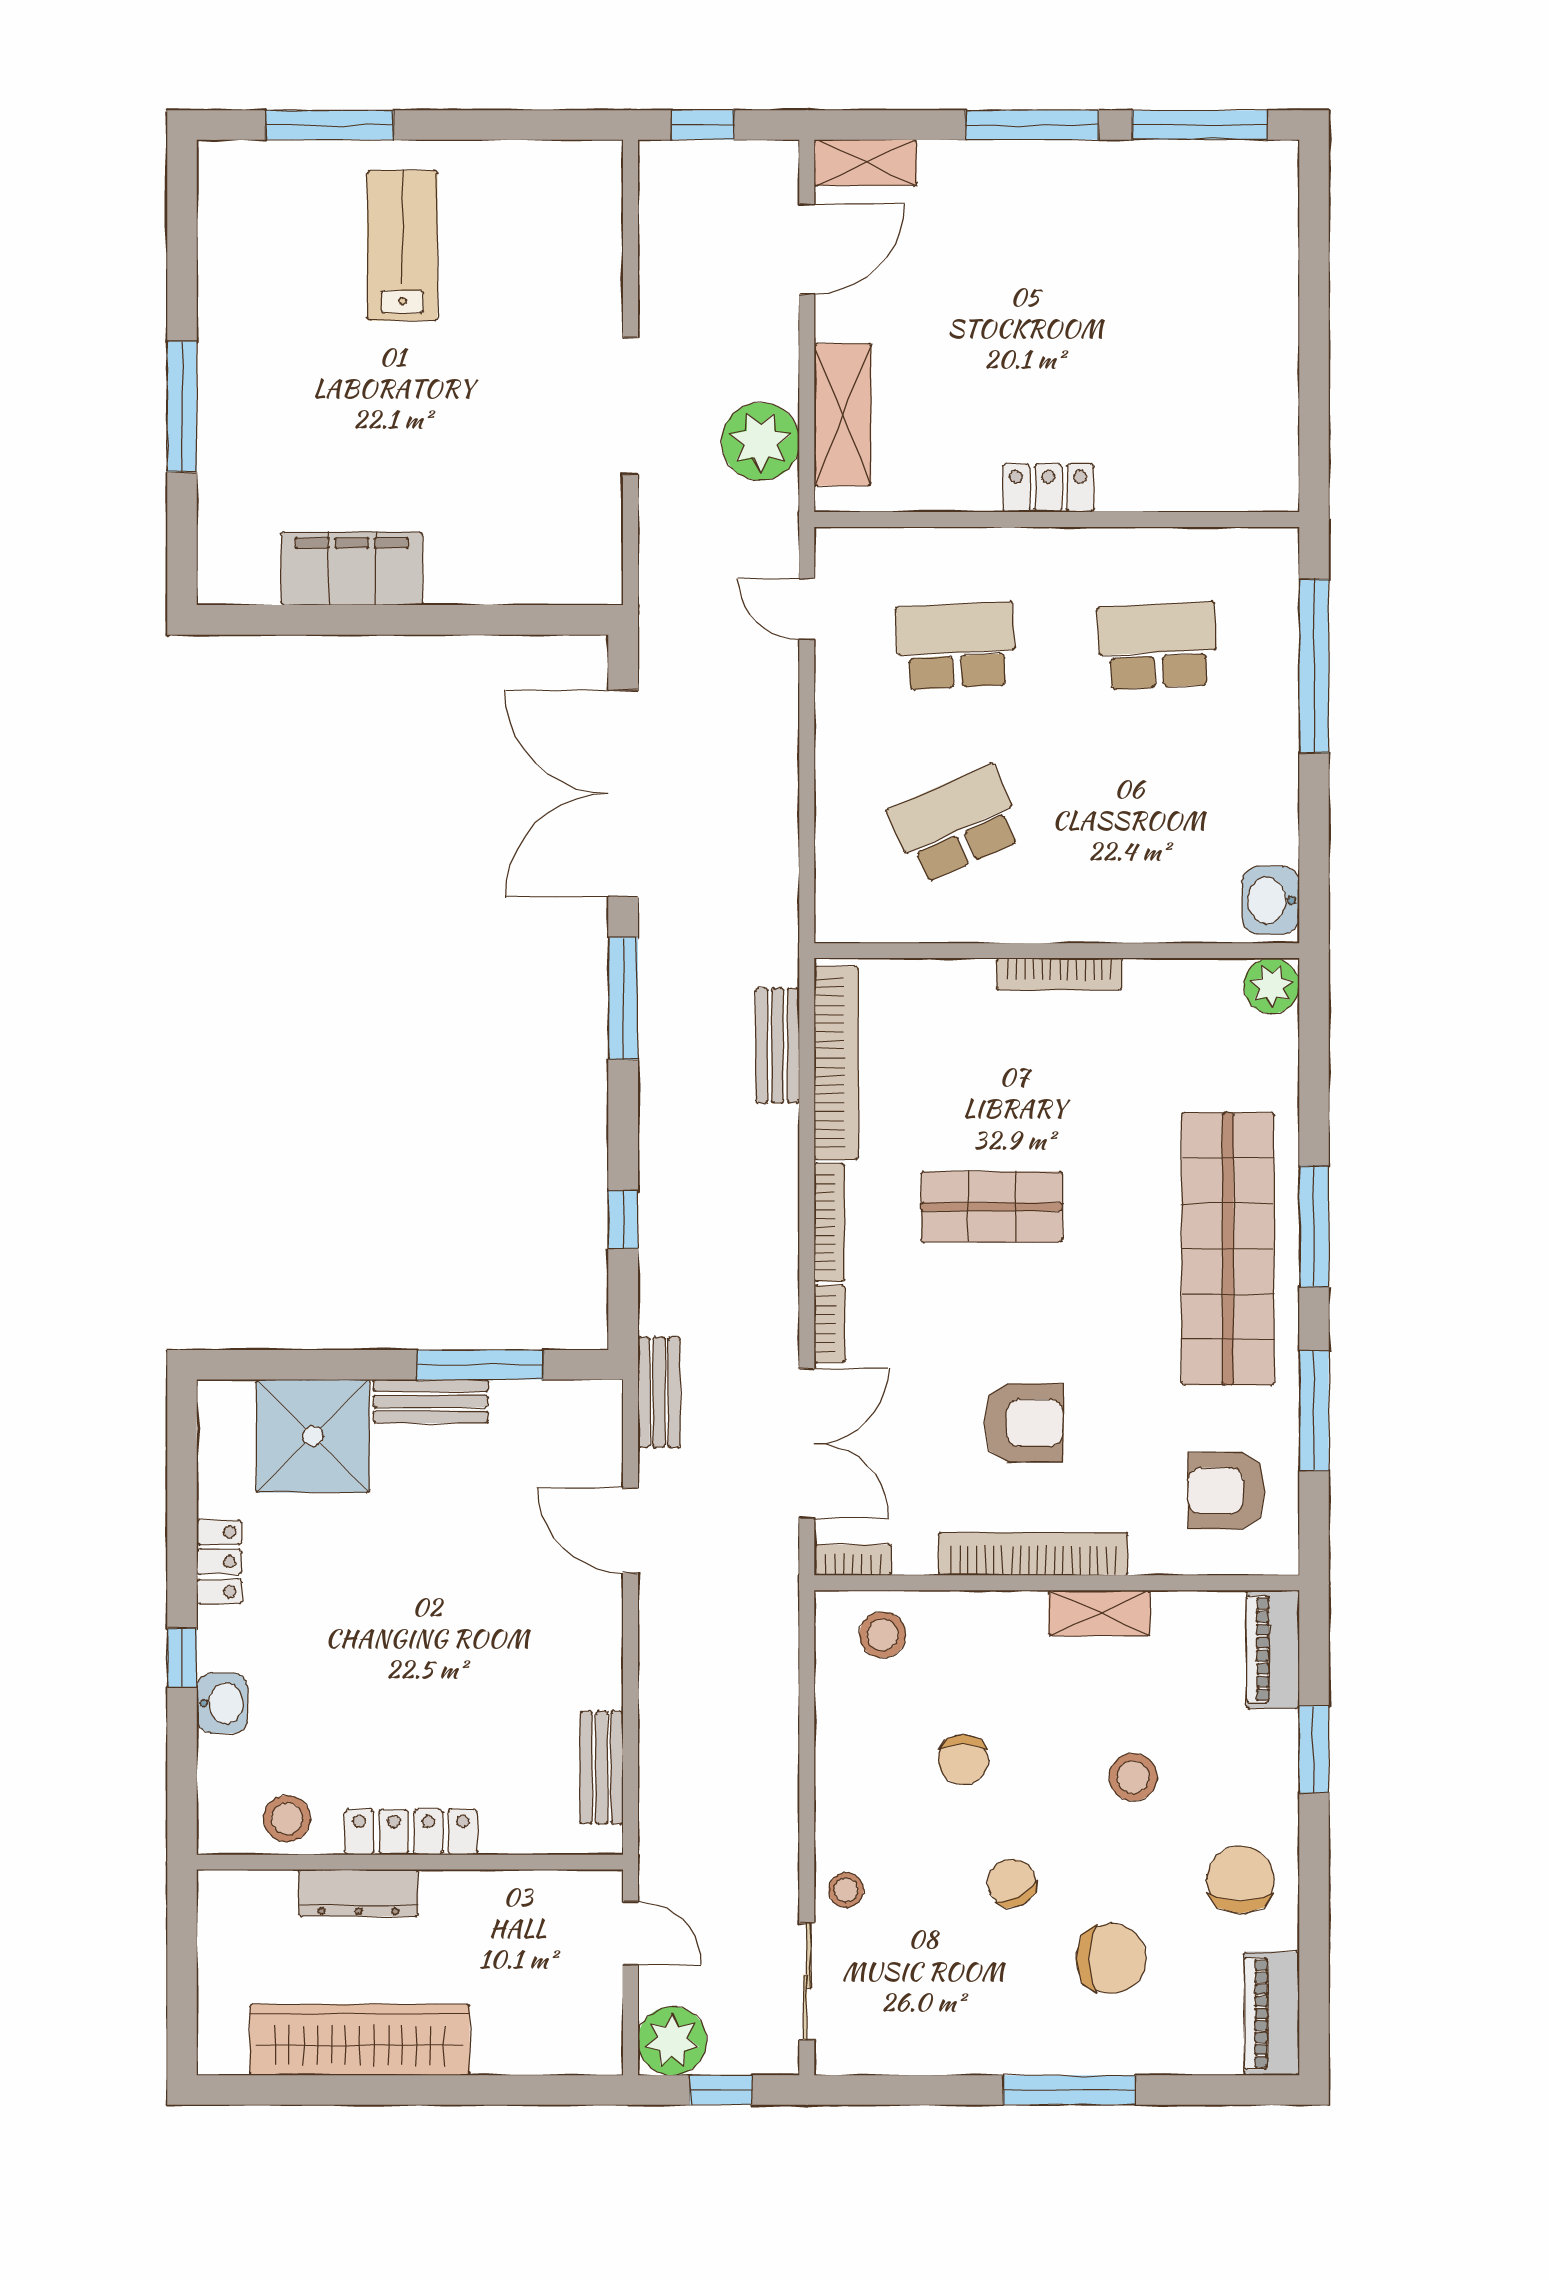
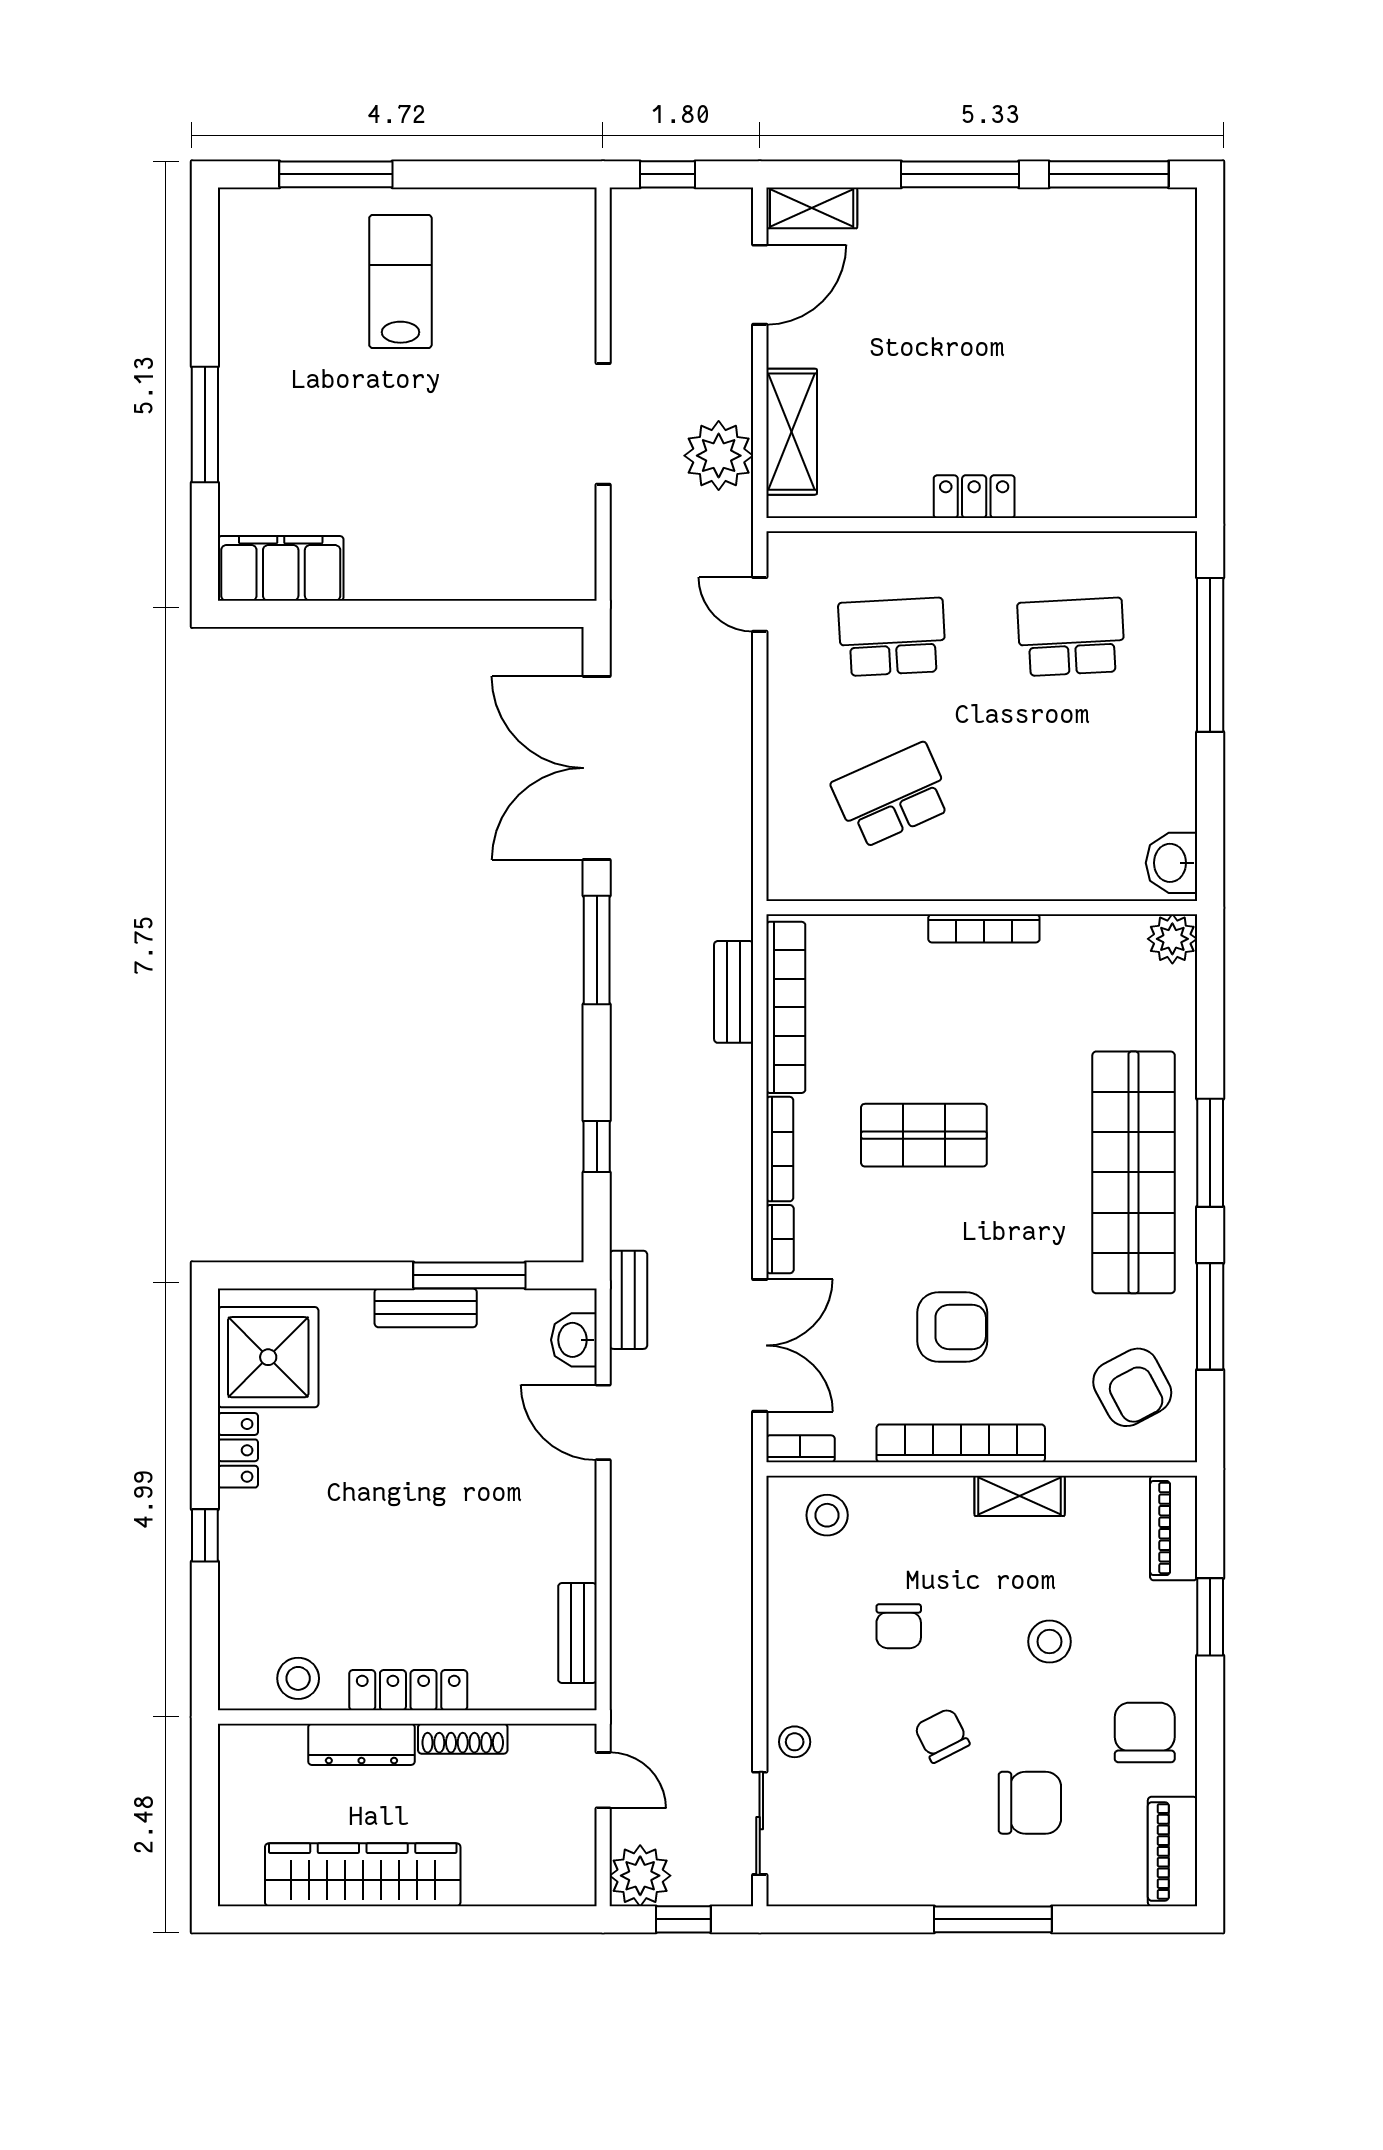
filing cabinet: (352, 569) -> (281, 568), moved
shower: (313, 1436) -> (268, 1357), moved
armchair: (1226, 1491) -> (1132, 1387), turned -118
washbasin: (222, 1703) -> (574, 1340), moved, turned 180
shoe rack: (472, 1887) -> (463, 1739), added

